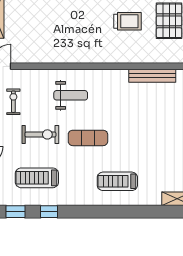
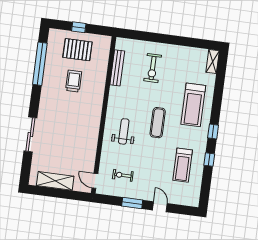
exercise bike: (40, 134) -> (153, 68), moved, turned 180
treadmill: (117, 181) -> (193, 105), width x1.37, depth x1.38
window: (16, 212) -> (213, 132), moved

